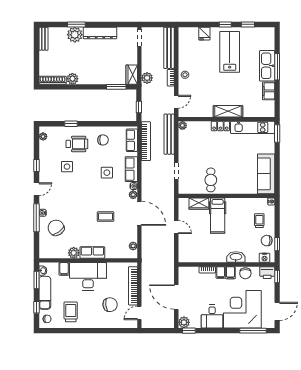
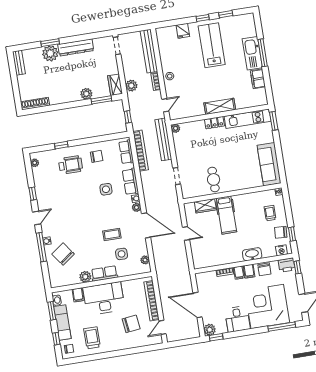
plant: (72, 79) -> (86, 94), moved
side table: (67, 167) -> (122, 254), moved

